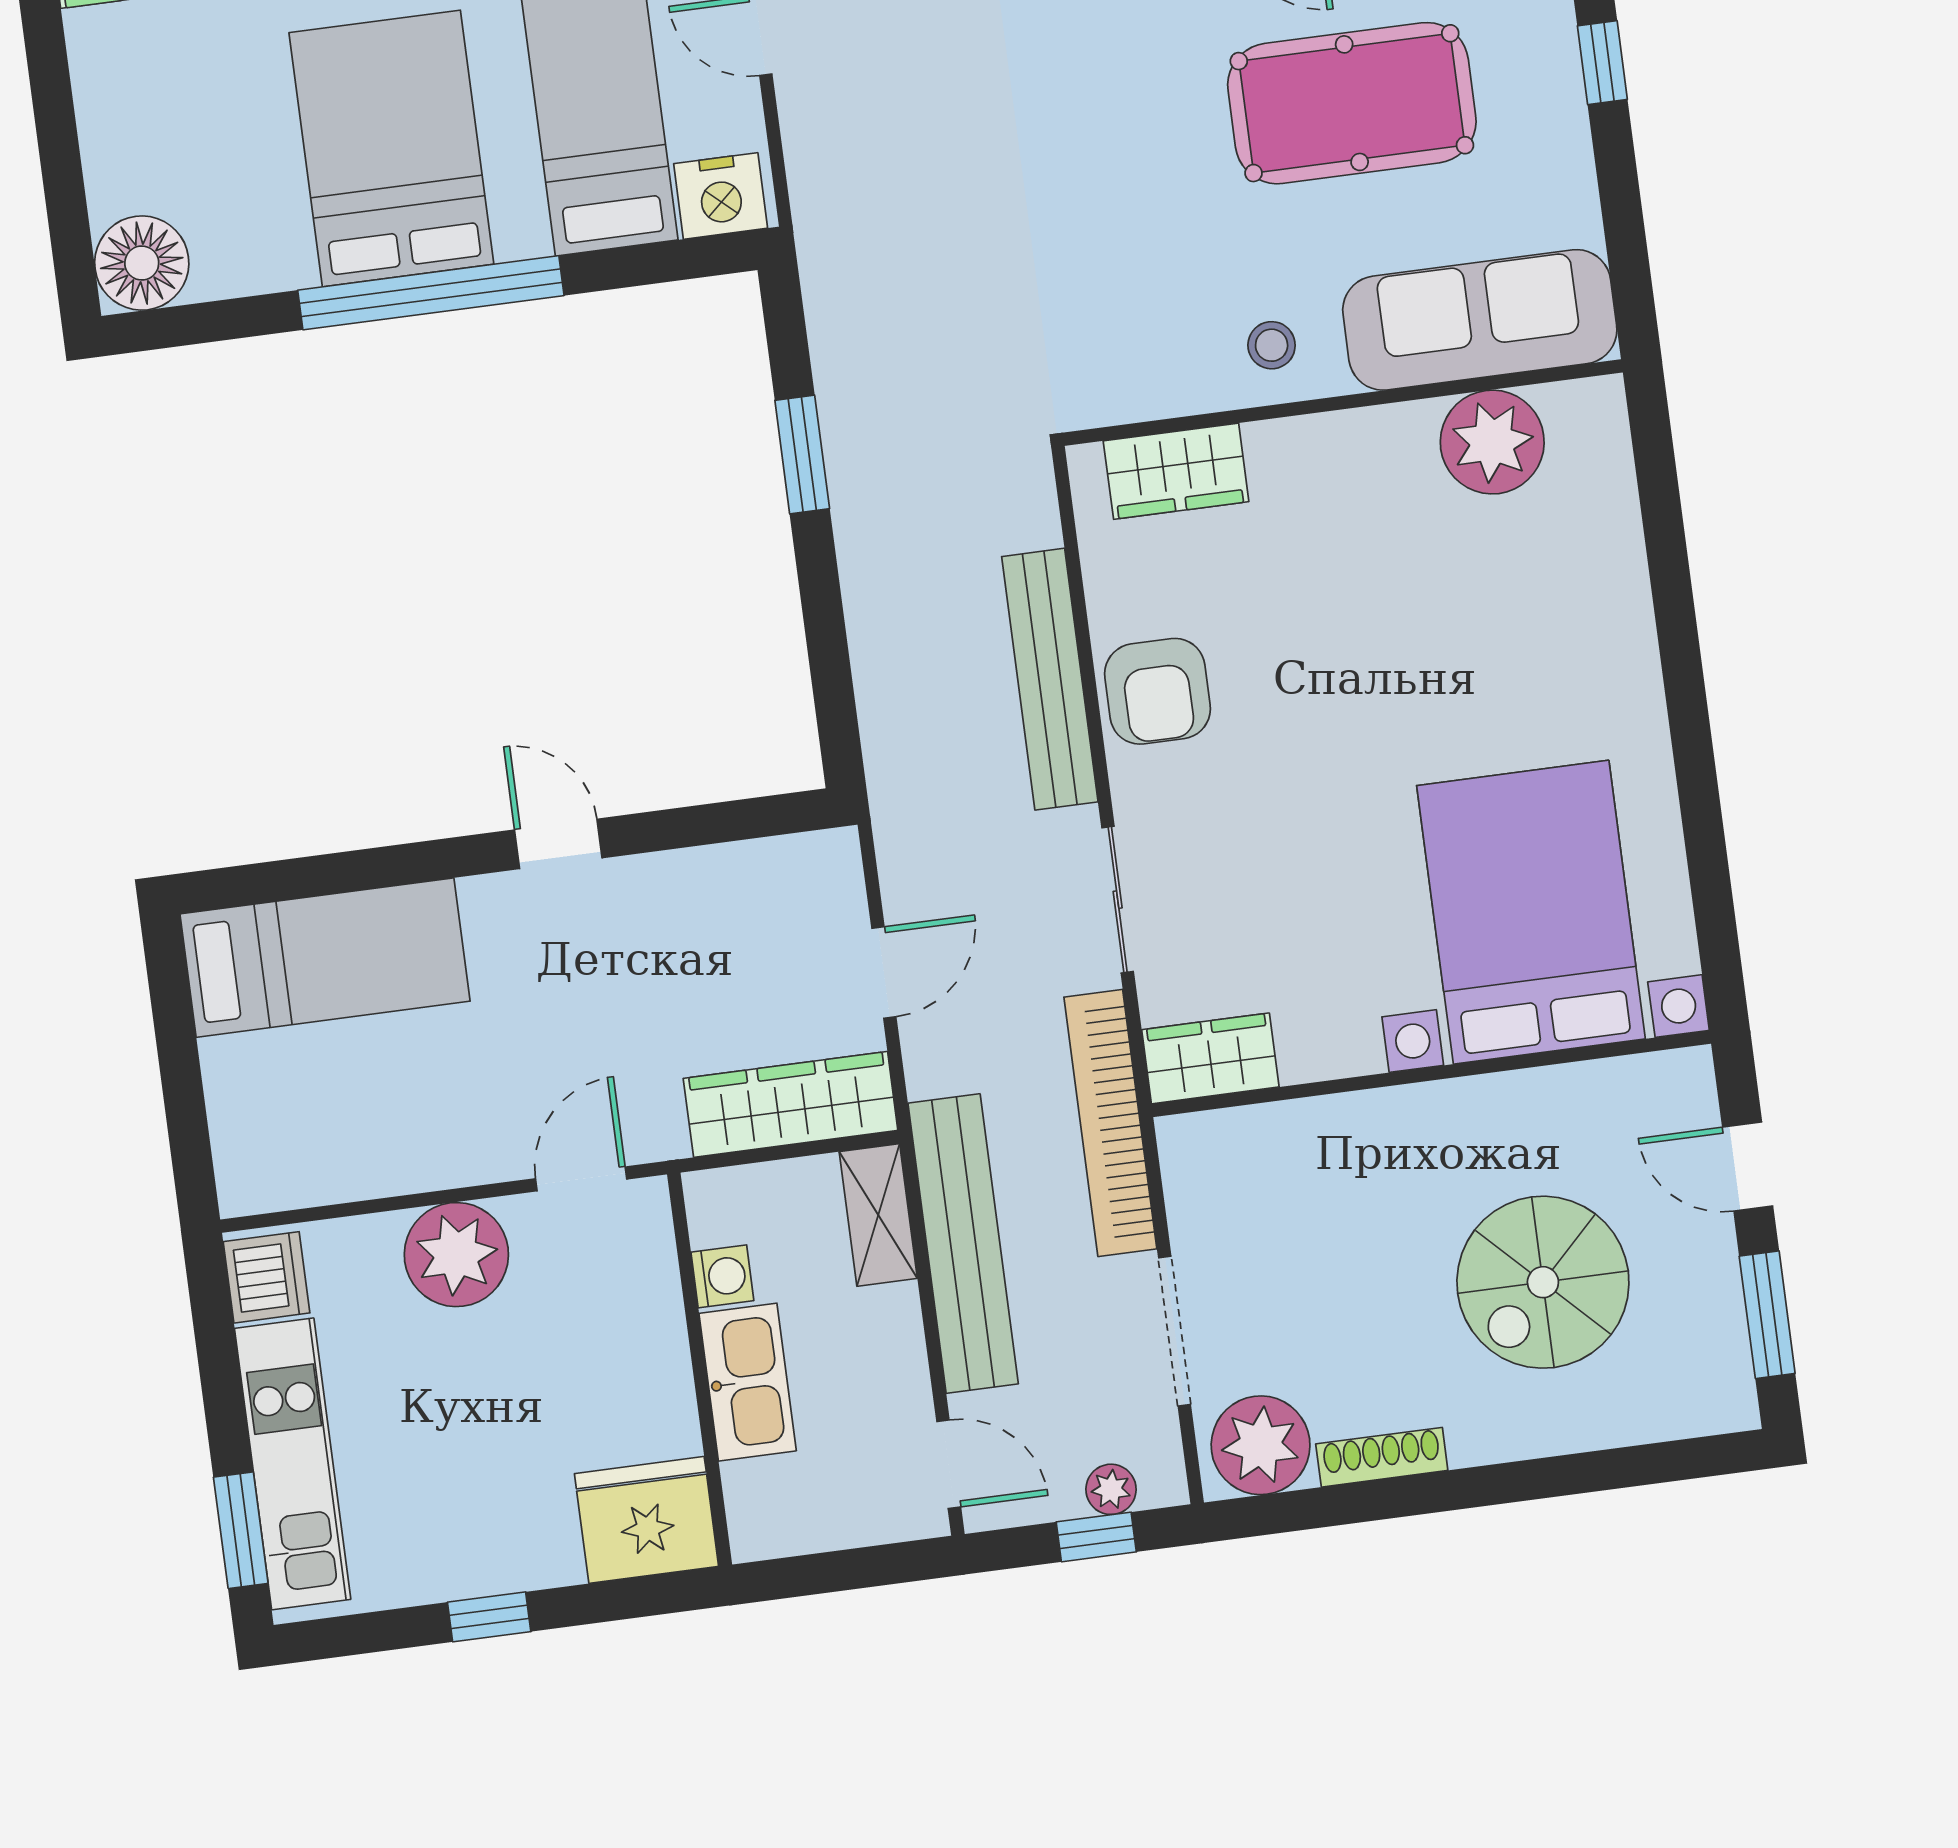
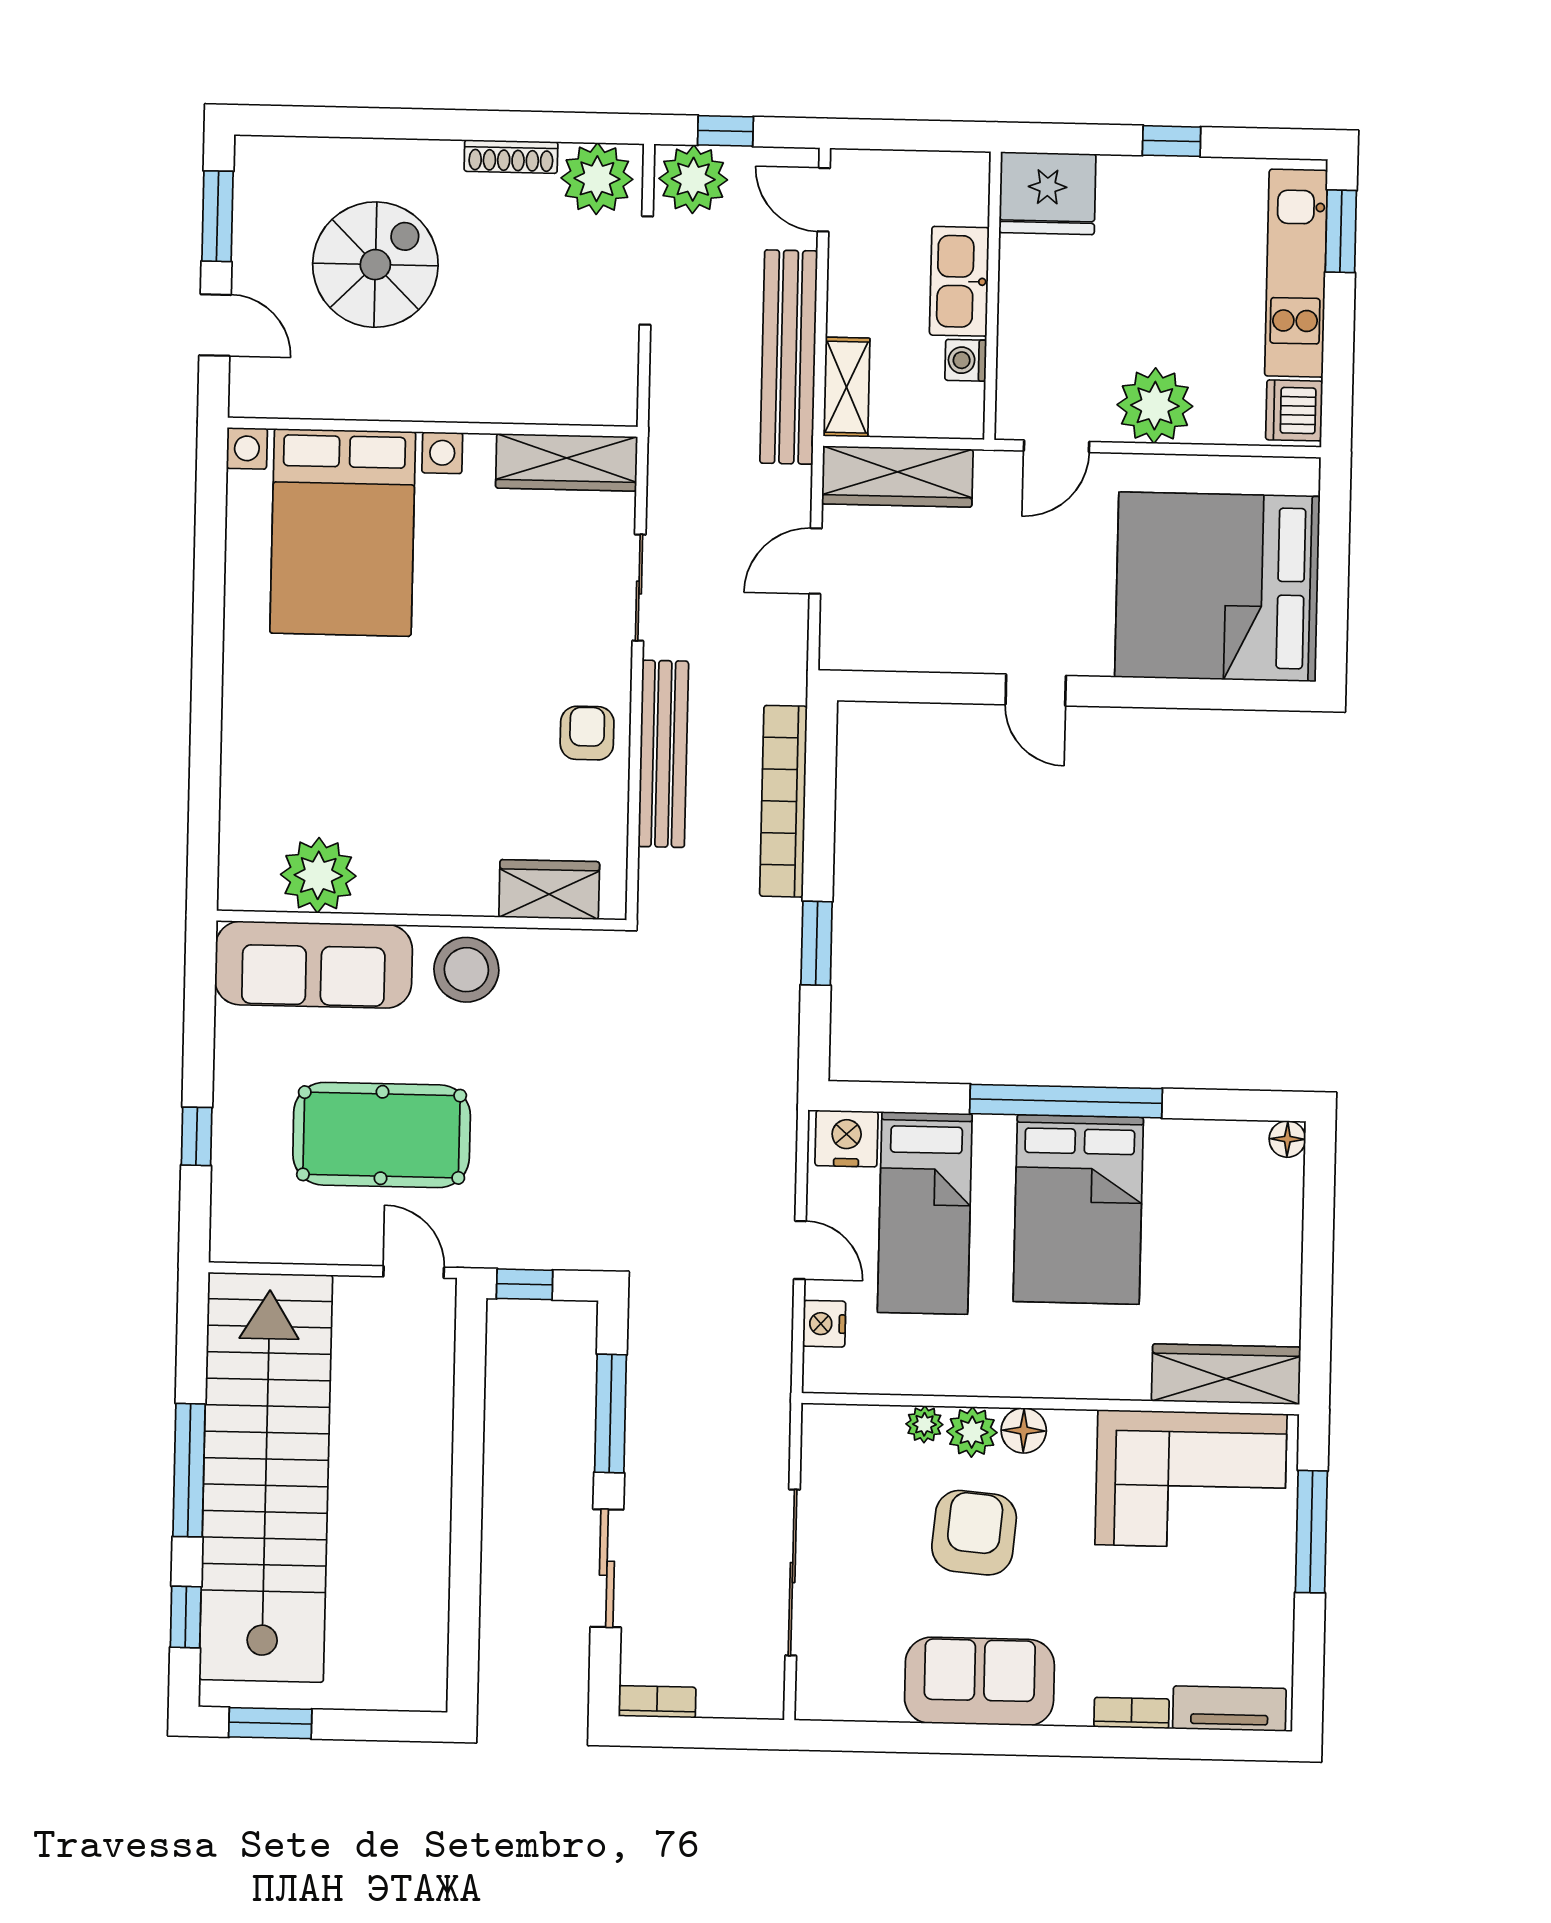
floor lamp: (142, 263) -> (1287, 1139), width x0.53, depth x0.53
stool: (1272, 345) -> (466, 970), width x1.89, depth x1.89
armchair: (1158, 691) -> (587, 733), width x0.72, depth x0.72
bed: (325, 958) -> (1217, 587), width x2.04
wardrobe: (1210, 1058) -> (567, 462), width x1.50
bookcase: (1110, 1123) -> (783, 801), moved, turned 180
plant: (1111, 1489) -> (693, 179), width x1.88, depth x1.88

